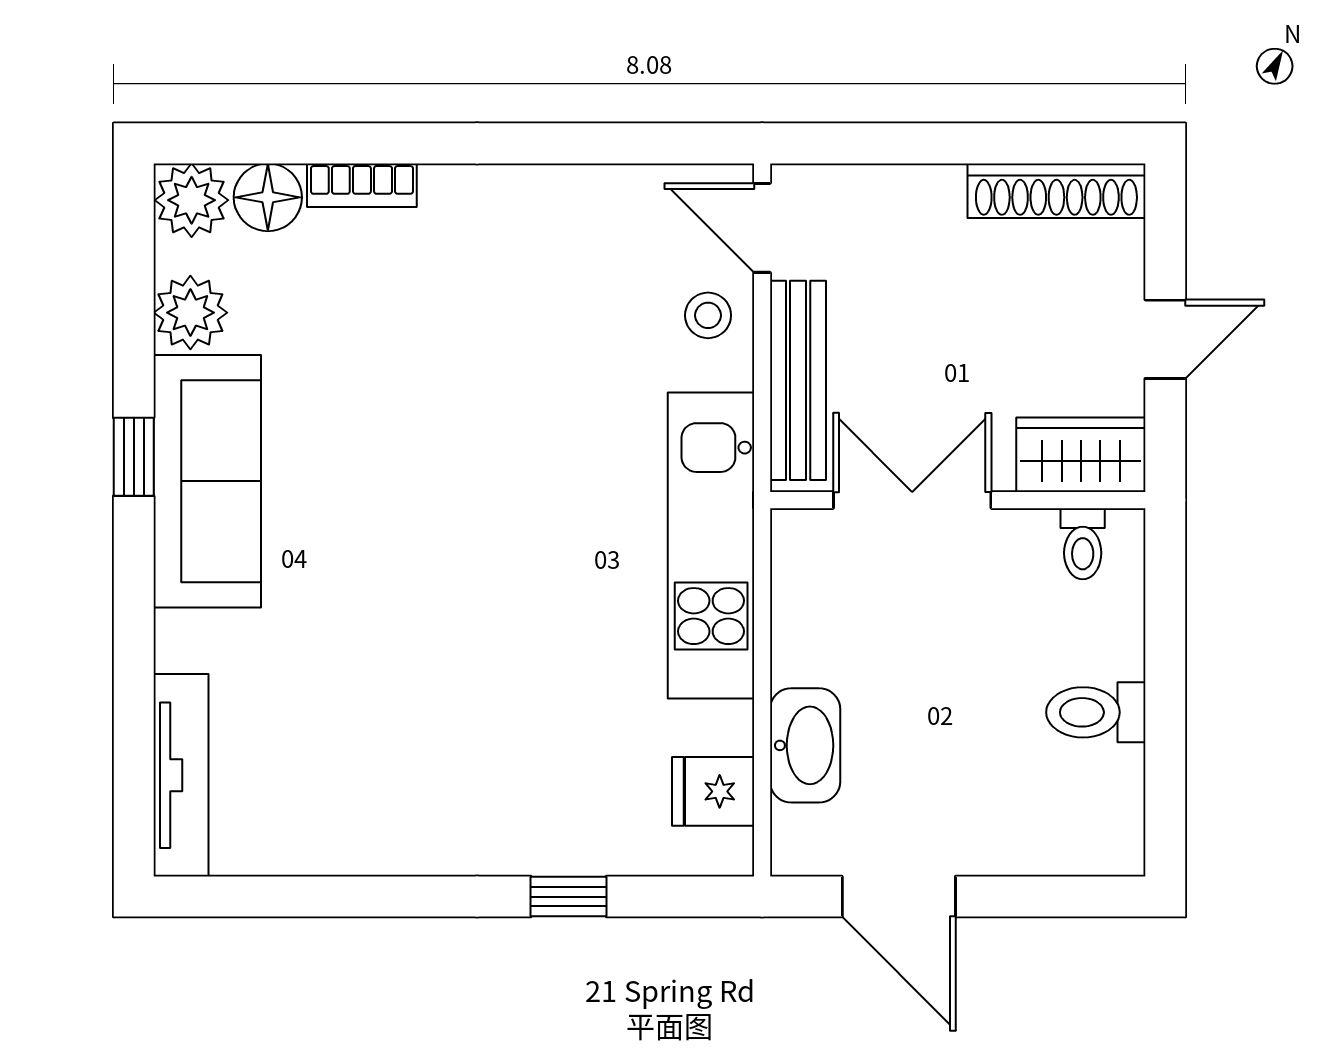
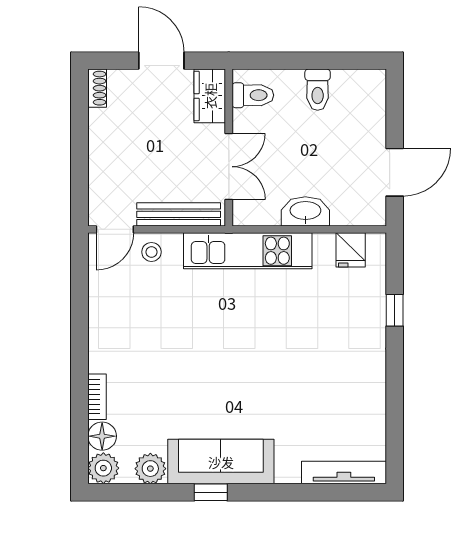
shoe rack: (1056, 191) -> (97, 88), width x0.51, depth x0.81
door: (1165, 339) -> (161, 61), width x1.38
double door: (912, 500) -> (229, 167), swing flipped
toilet: (1083, 544) -> (253, 95), width x1.37, depth x1.39
washbasin: (805, 745) -> (305, 211), moved

